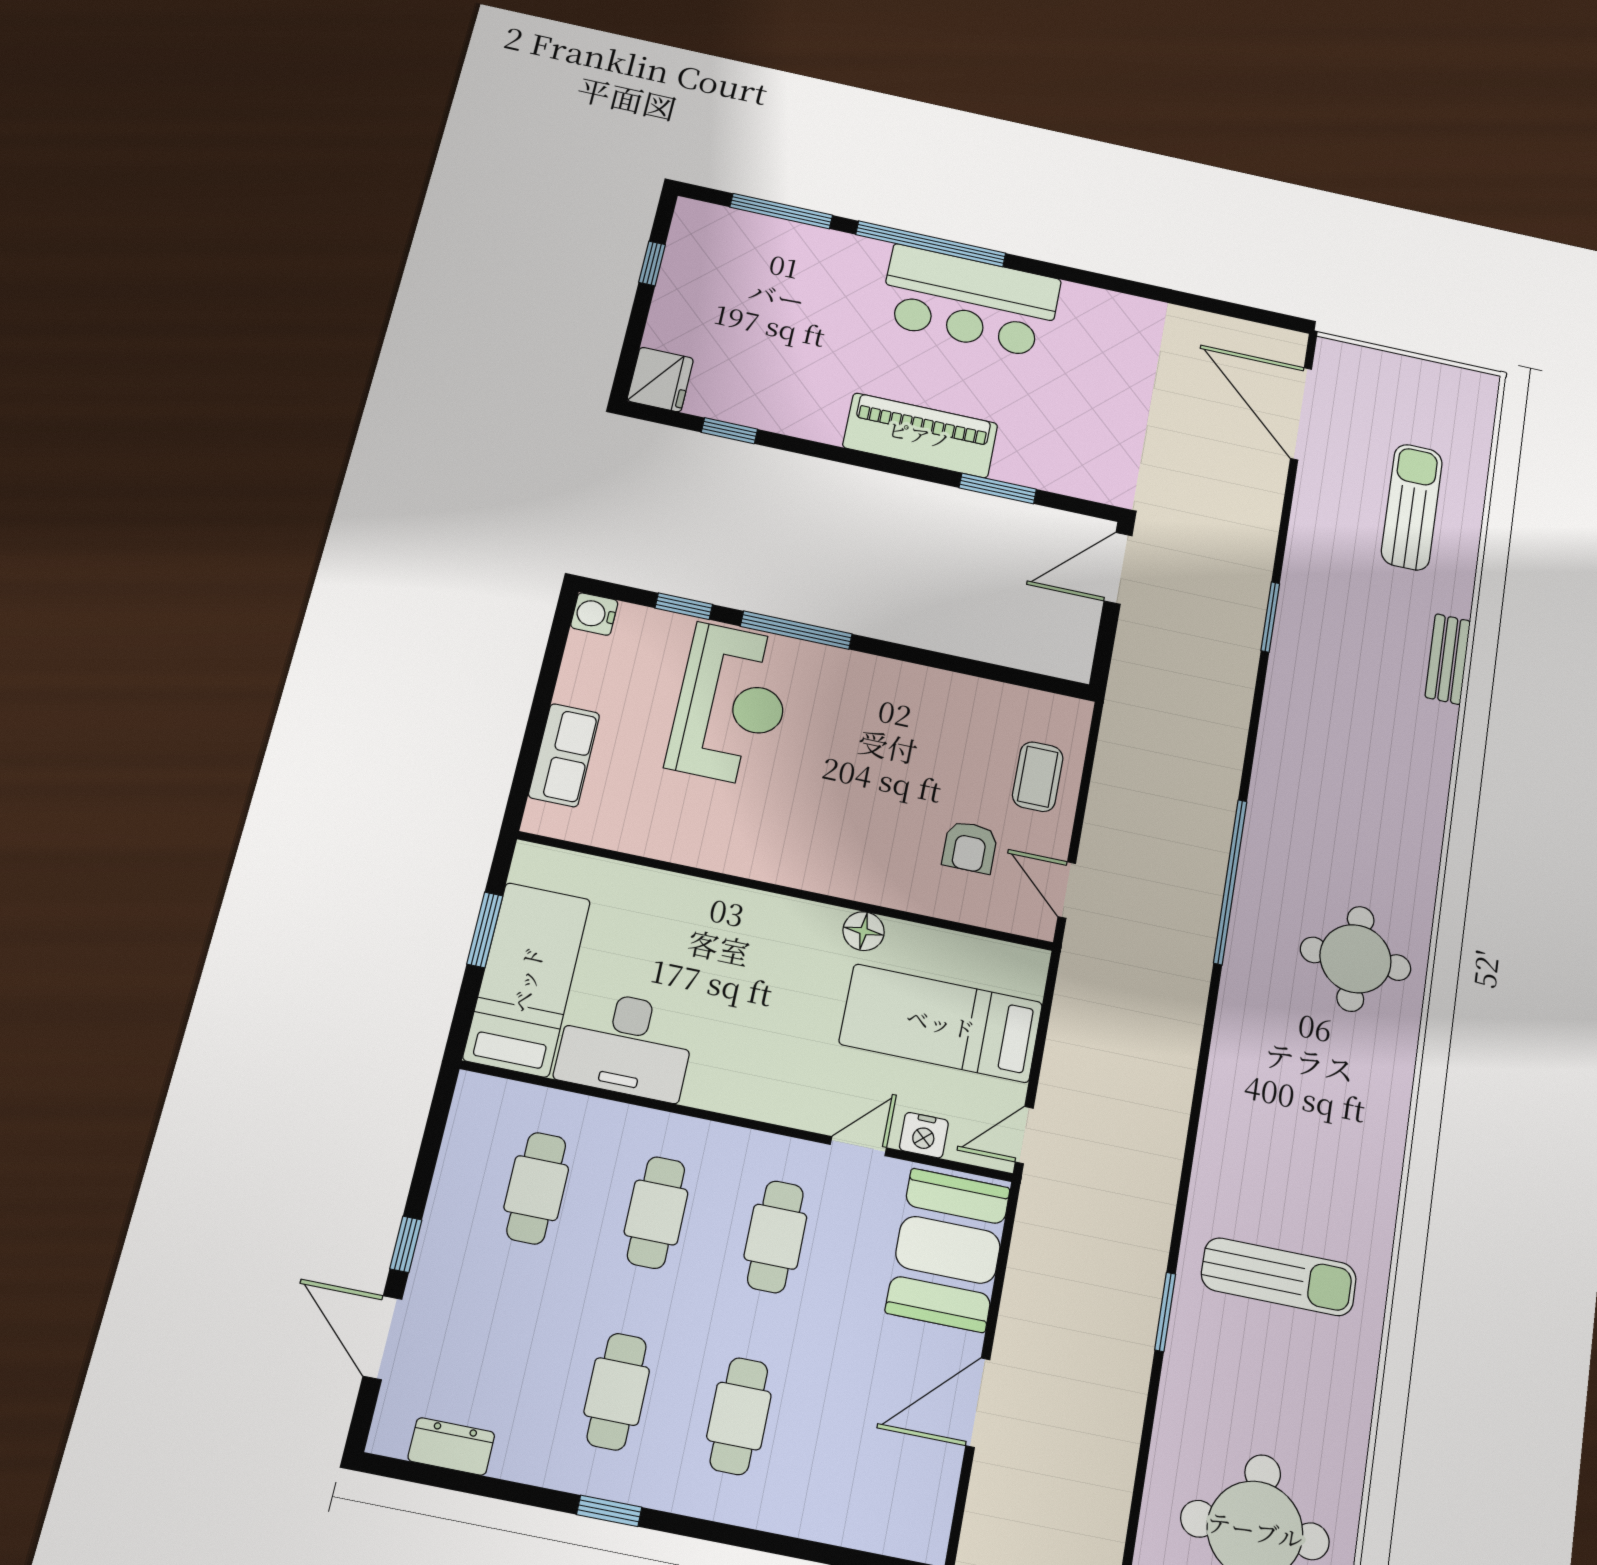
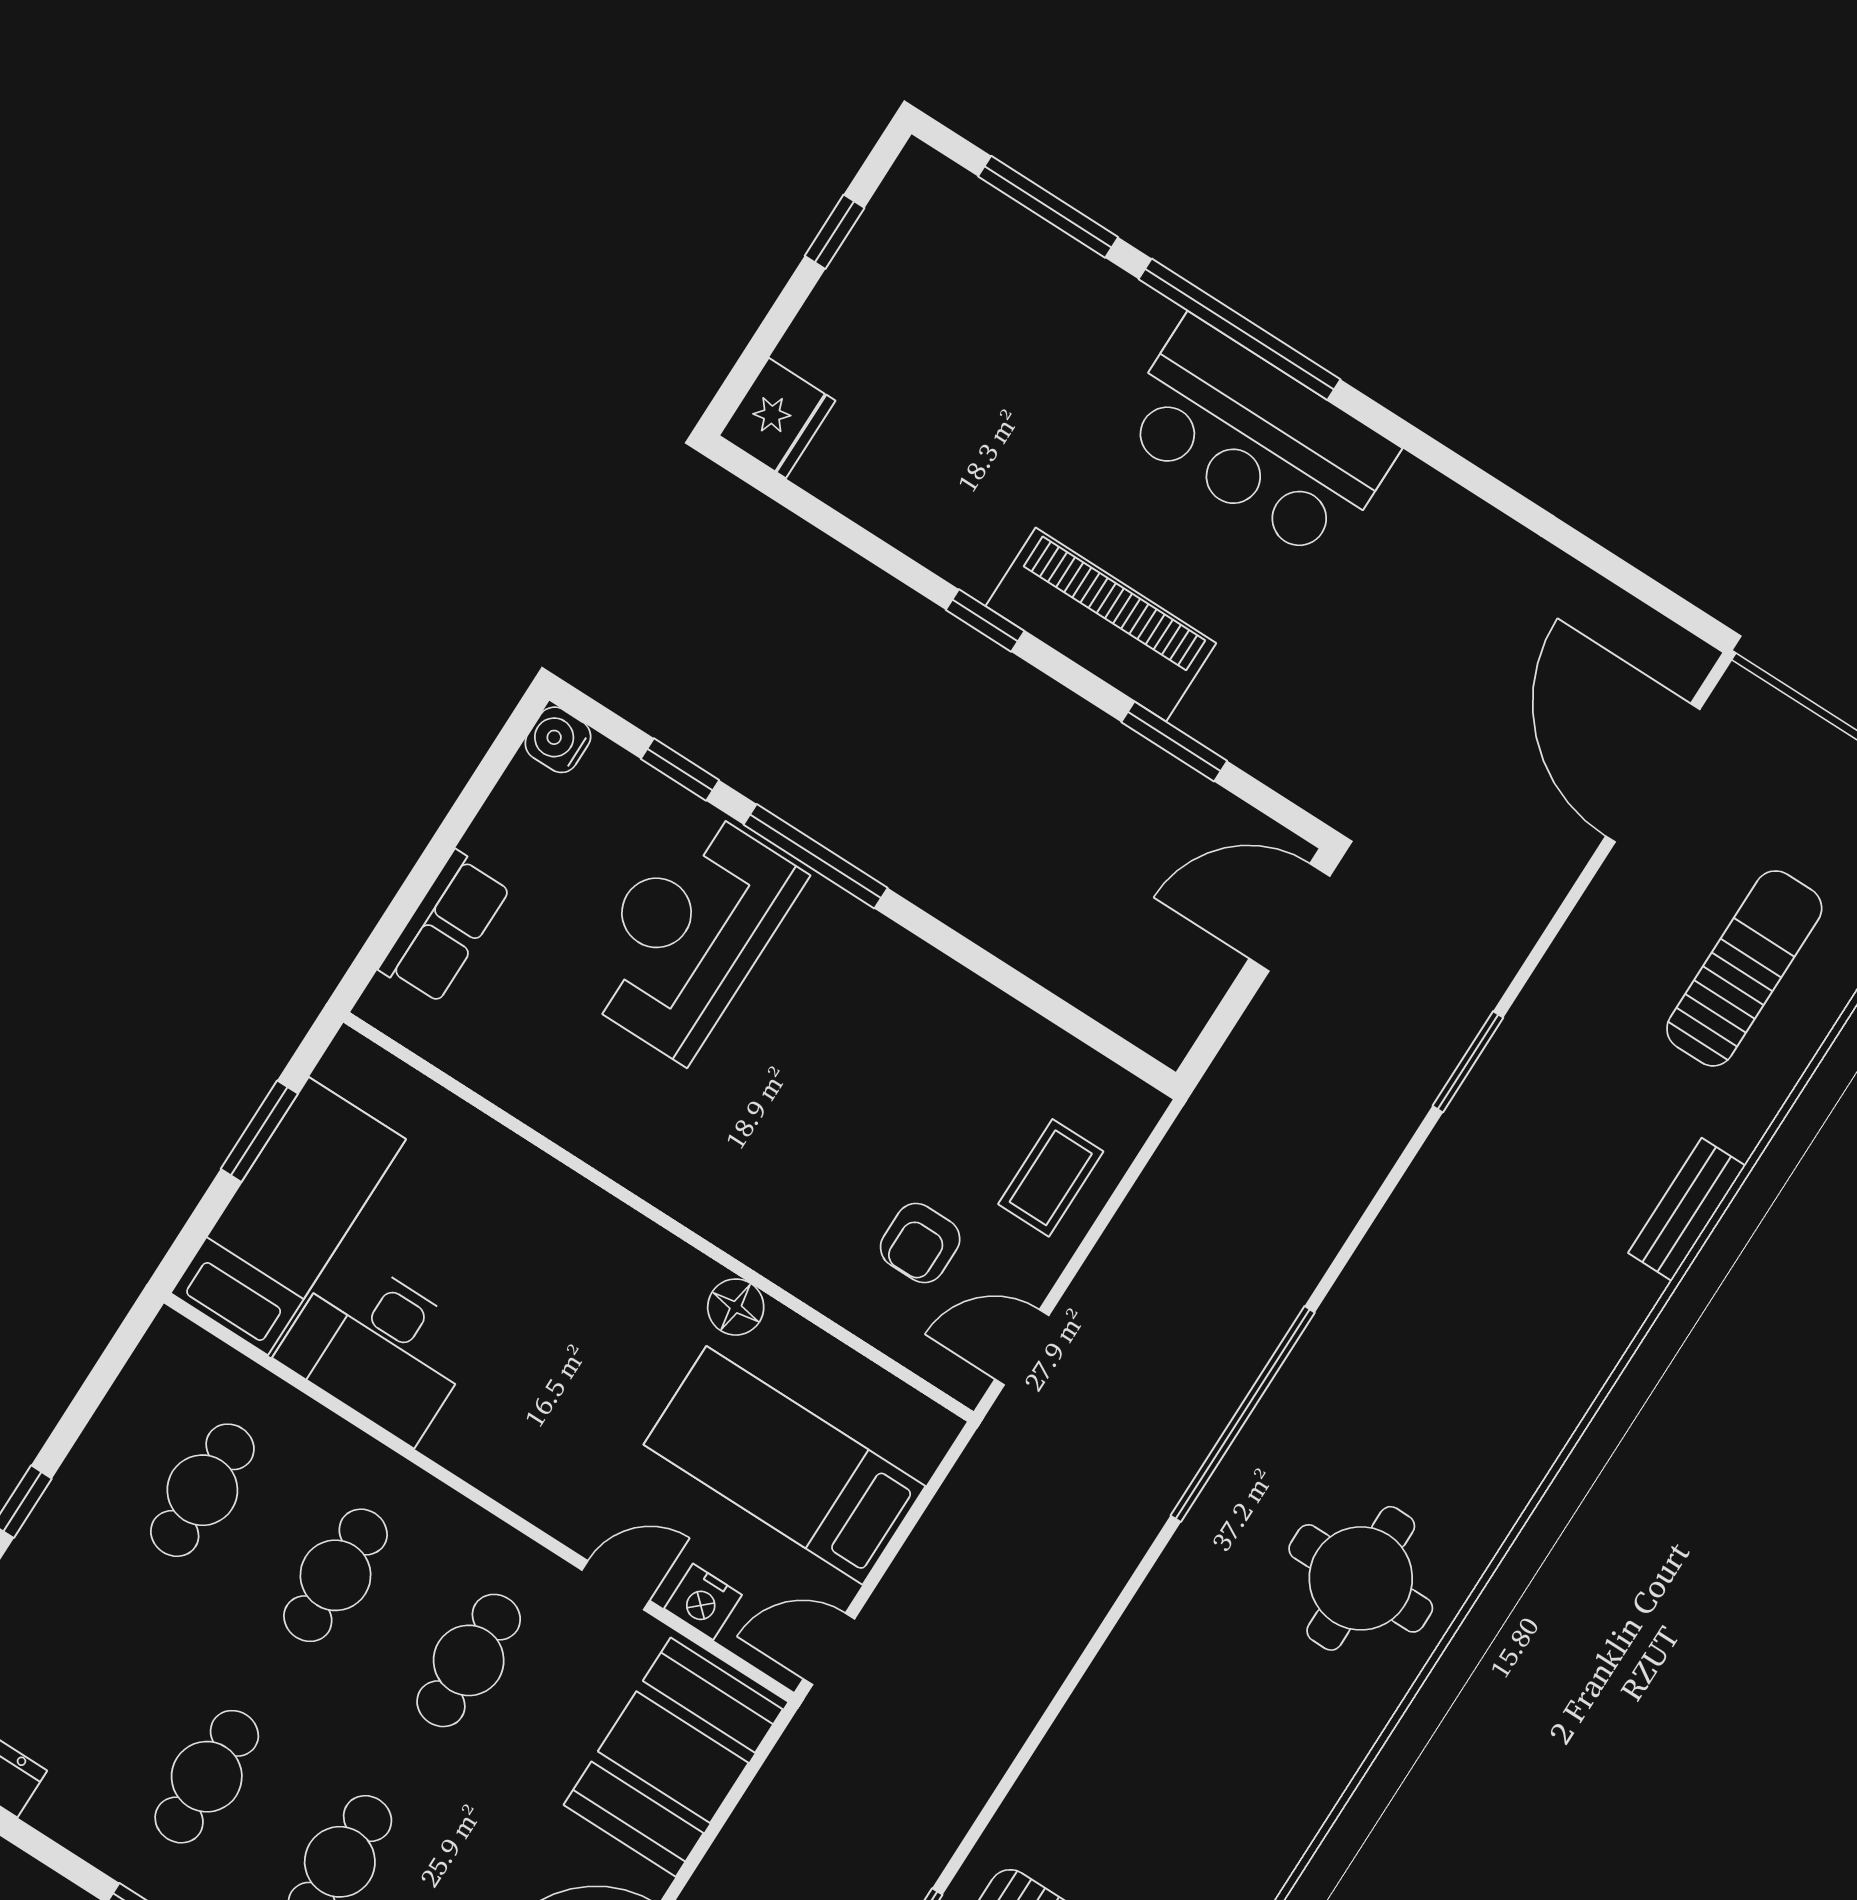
window: (729, 431) -> (985, 620), moved
reception desk: (731, 705) -> (688, 933), turned 180
door: (1067, 890) -> (1022, 1347), hinge flipped

